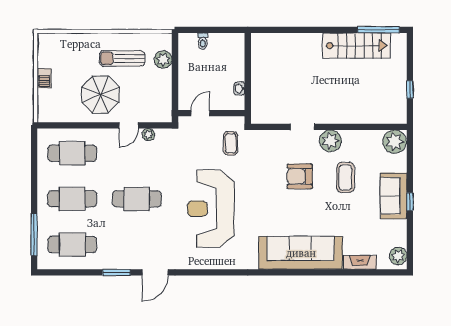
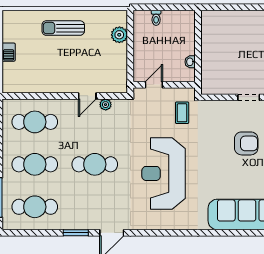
sun lounger: (122, 58) -> (63, 28), moved
parasol: (100, 95) -> (61, 67), removed
armchair: (300, 176) -> (246, 143), turned 180

